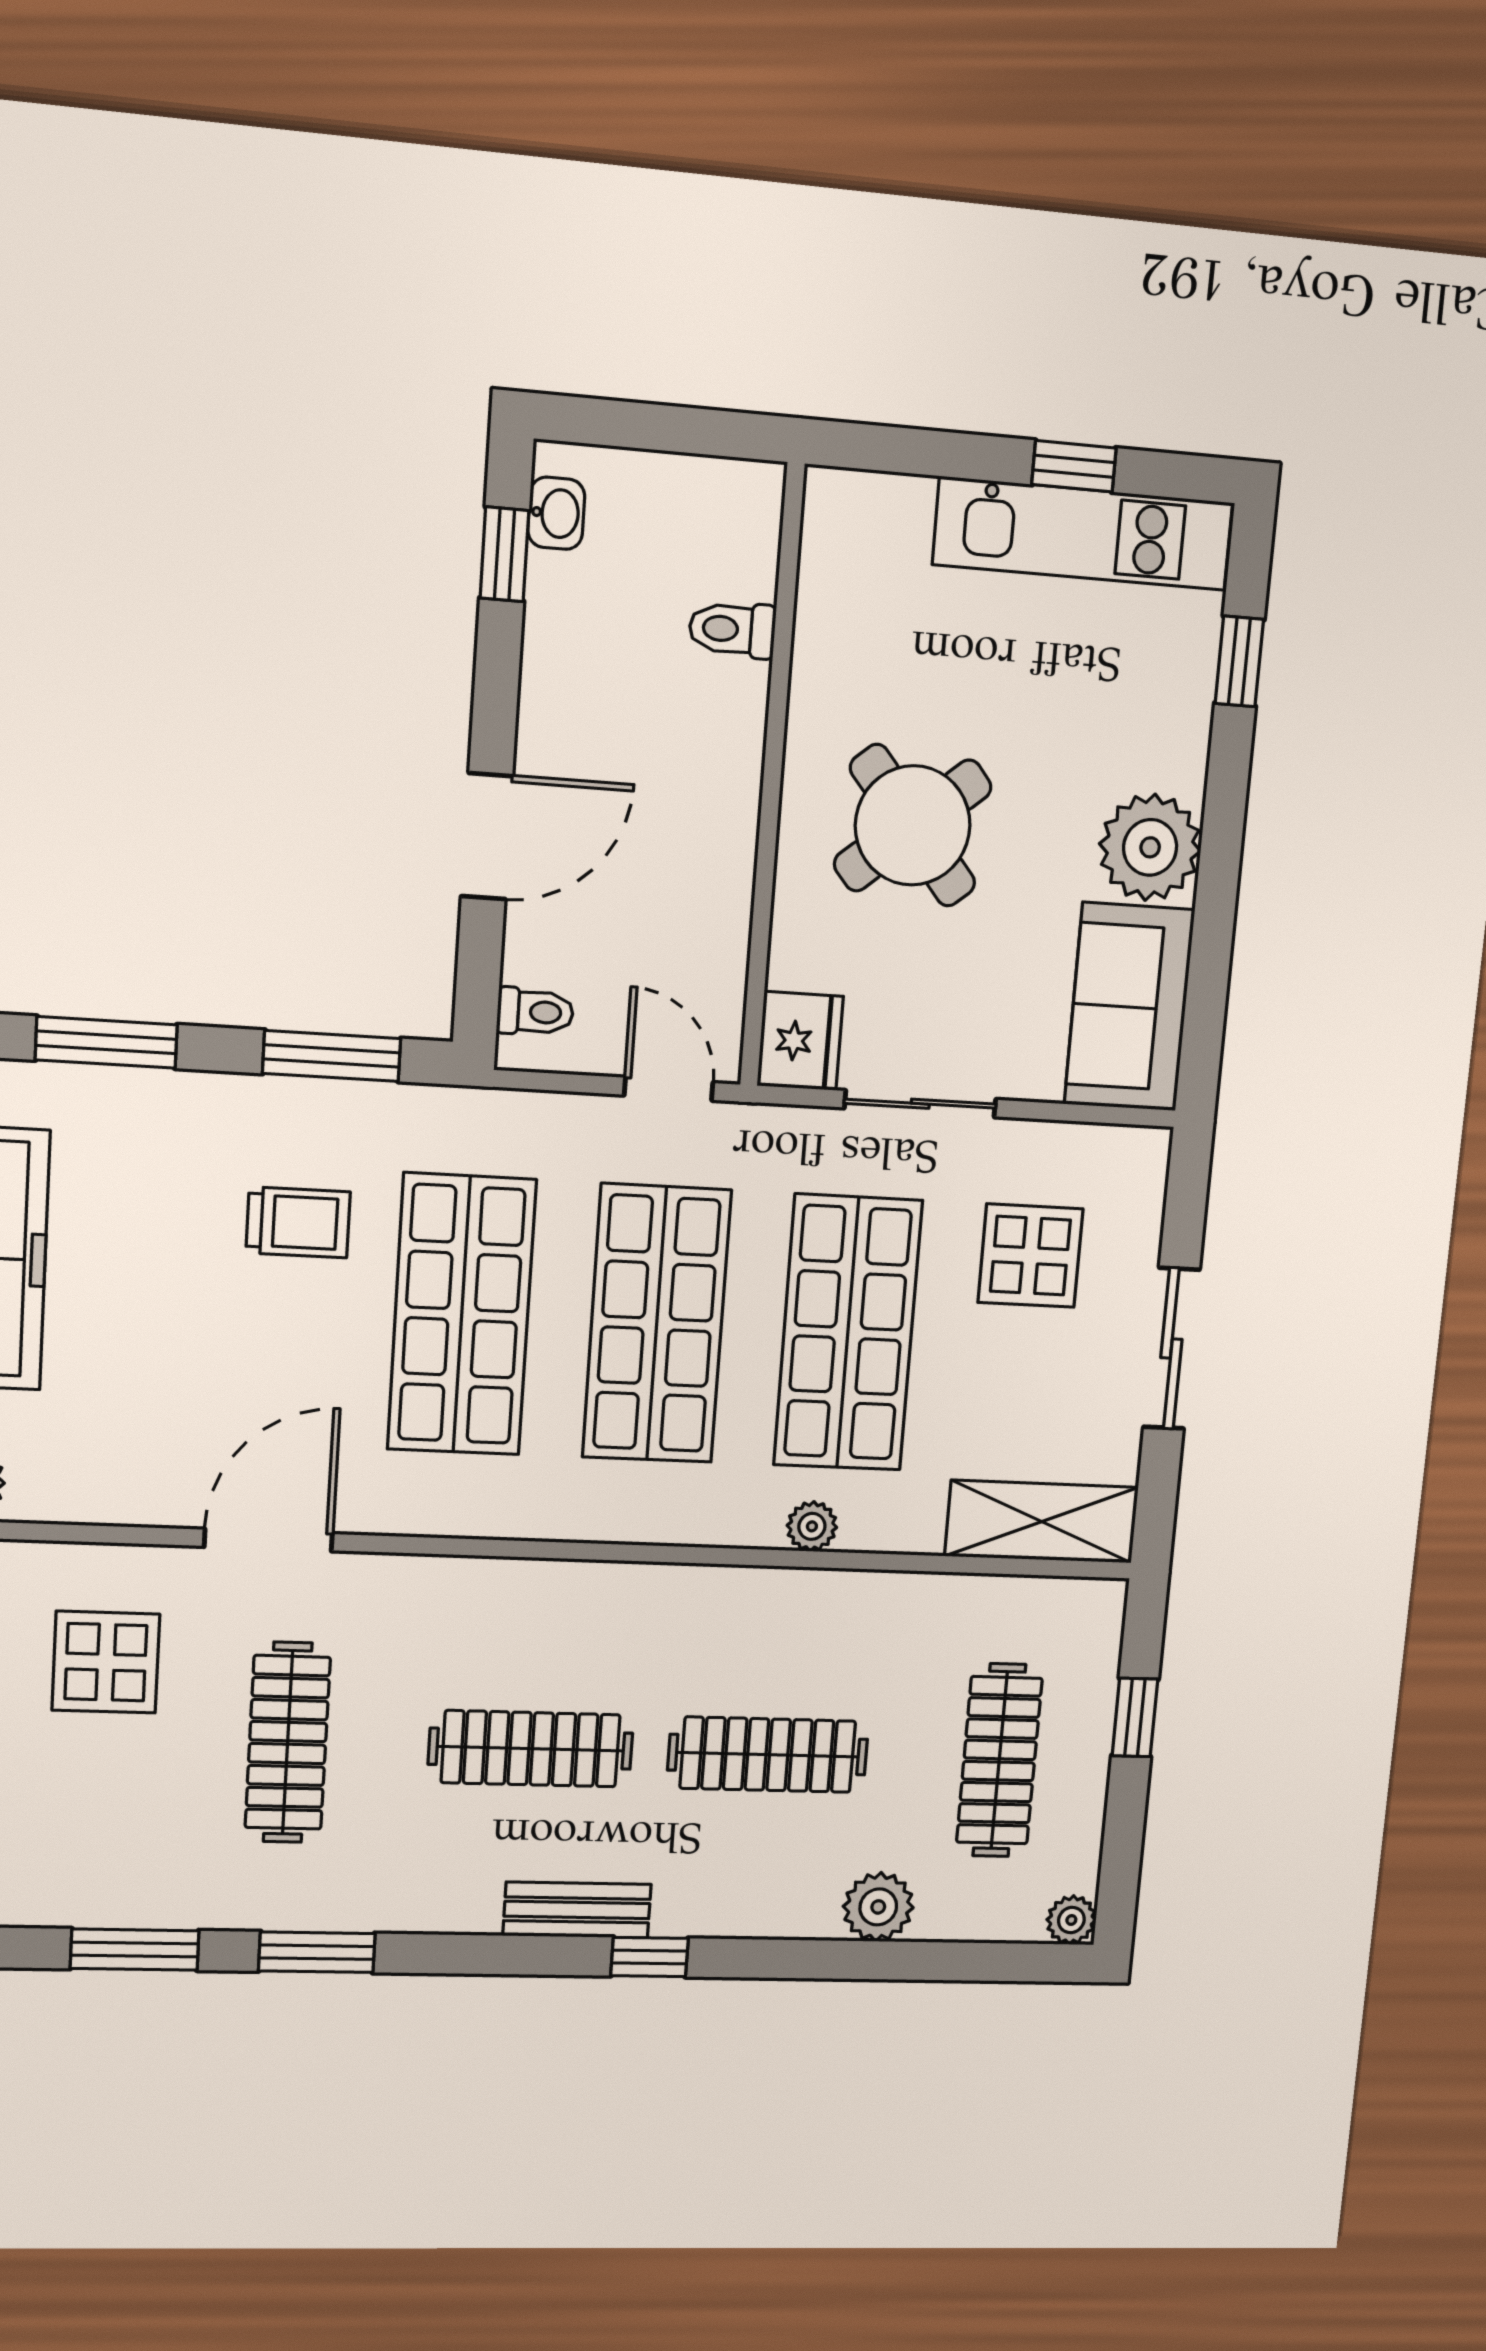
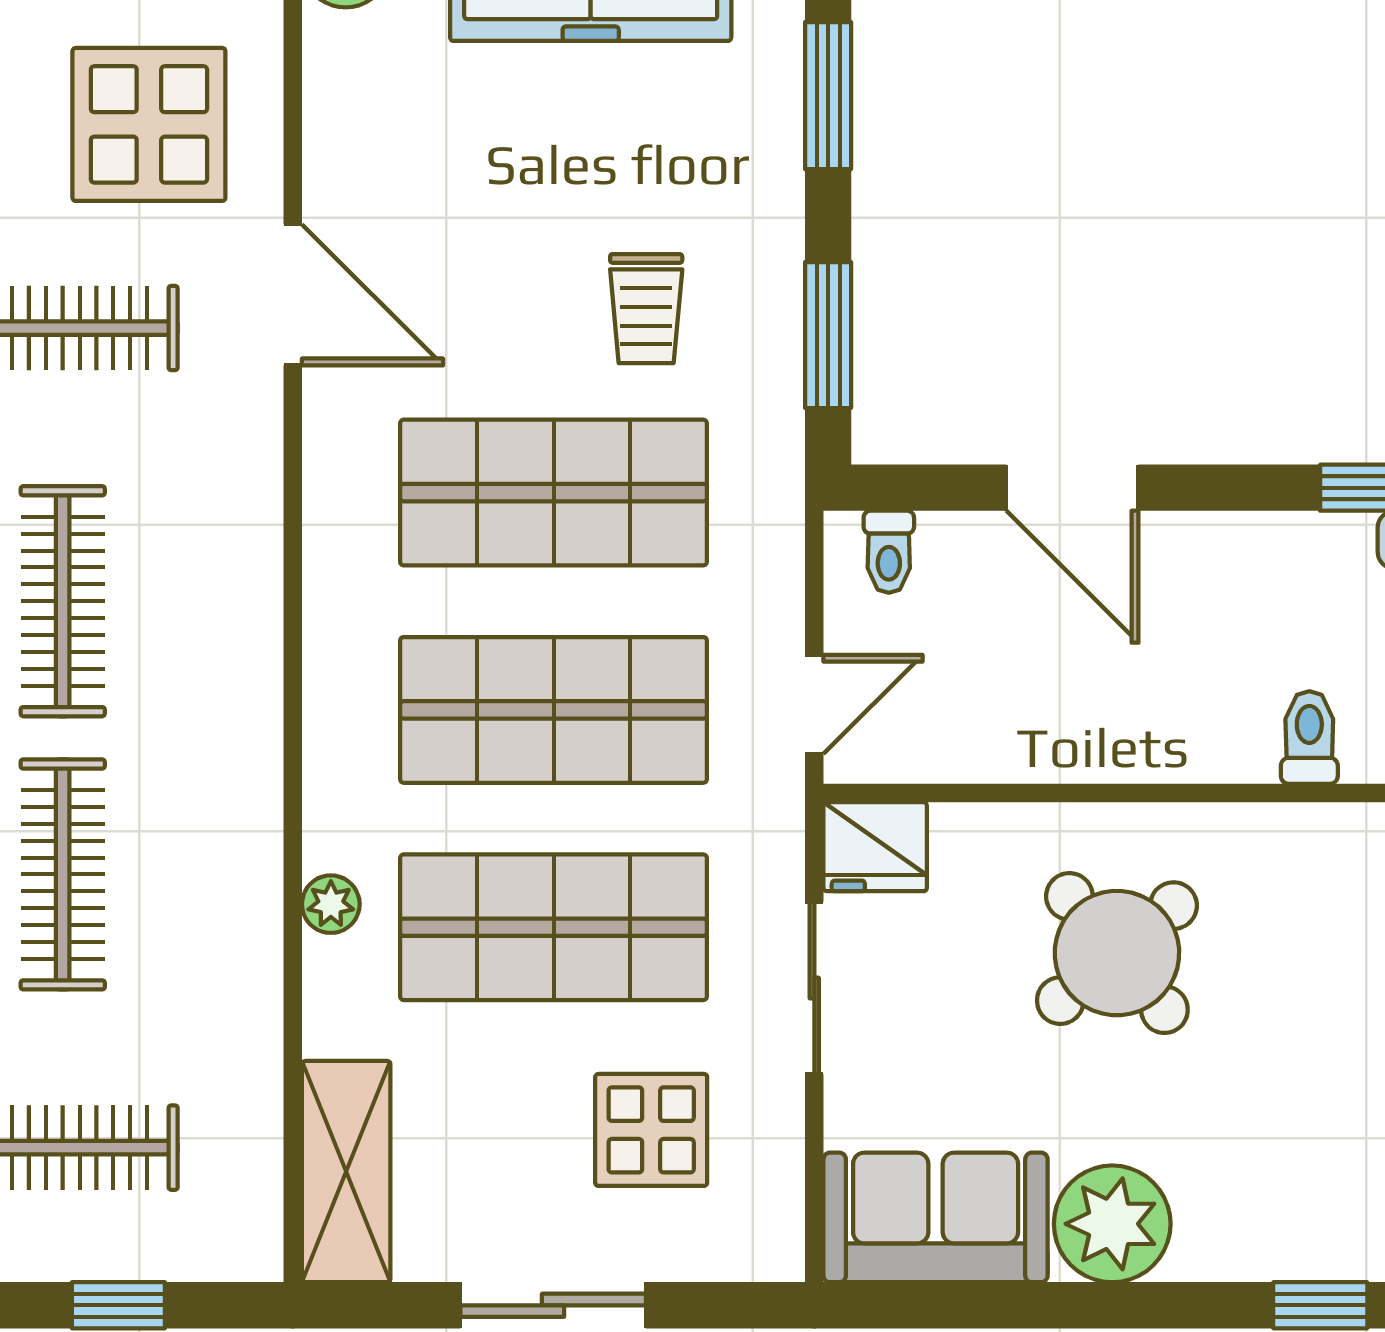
display table: (106, 1662) -> (149, 124), width x1.36, depth x1.36

